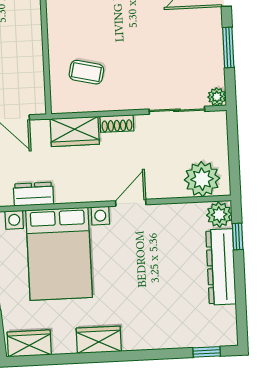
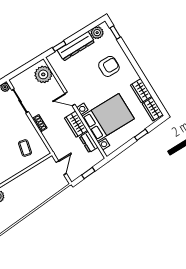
wardrobe: (75, 131) -> (76, 124), moved, turned 180
plant: (219, 215) -> (97, 33), moved
armchair: (151, 307) -> (109, 66), added
wardrobe: (99, 340) -> (141, 91), moved

